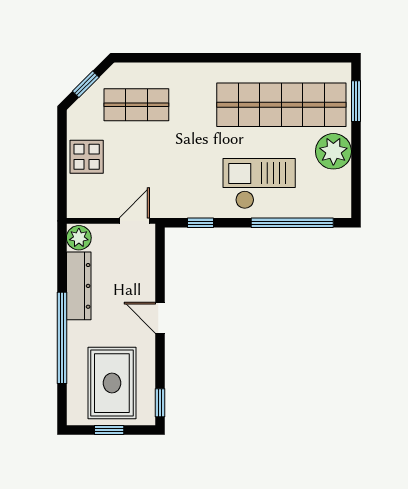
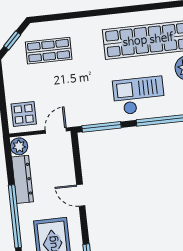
display table: (87, 157) -> (24, 114), moved
window: (200, 223) -> (102, 127), width x2.17

